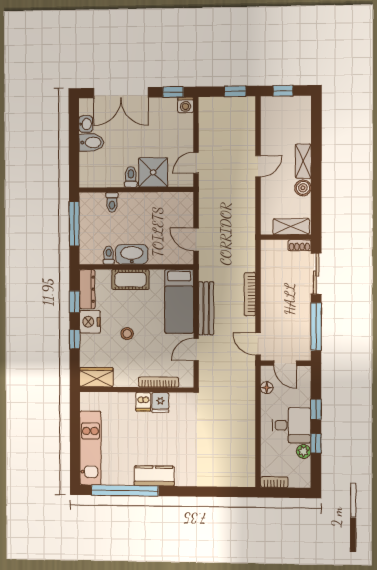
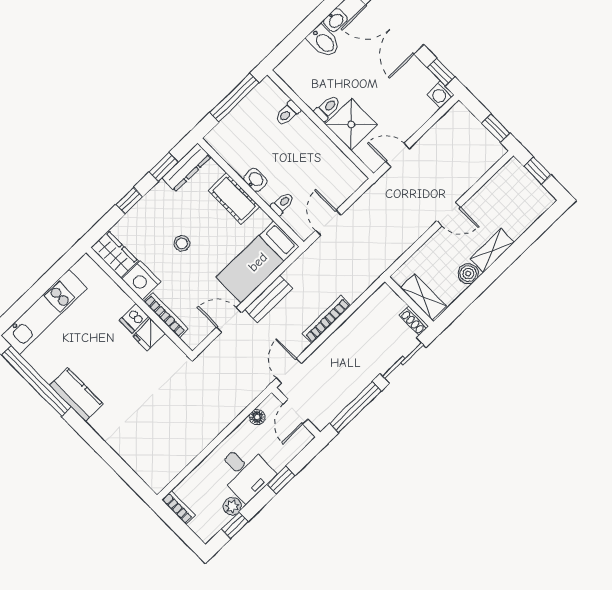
washbasin: (132, 254) -> (255, 180), width x0.52, depth x0.69
toilet: (109, 255) -> (282, 204), moved
bench: (206, 308) -> (269, 299), width x0.73
nightstand: (90, 322) -> (141, 281), moved, turned -90
window: (316, 443) -> (235, 525), moved

